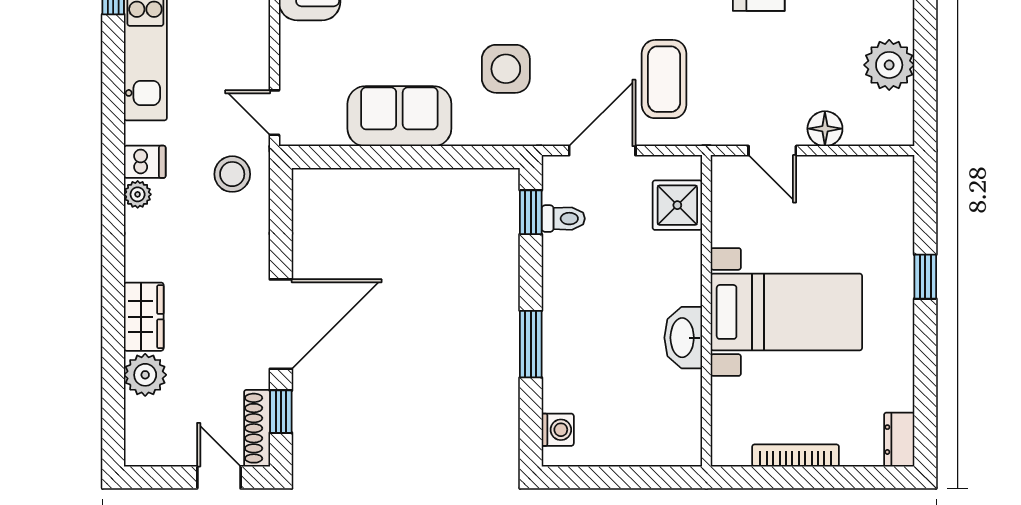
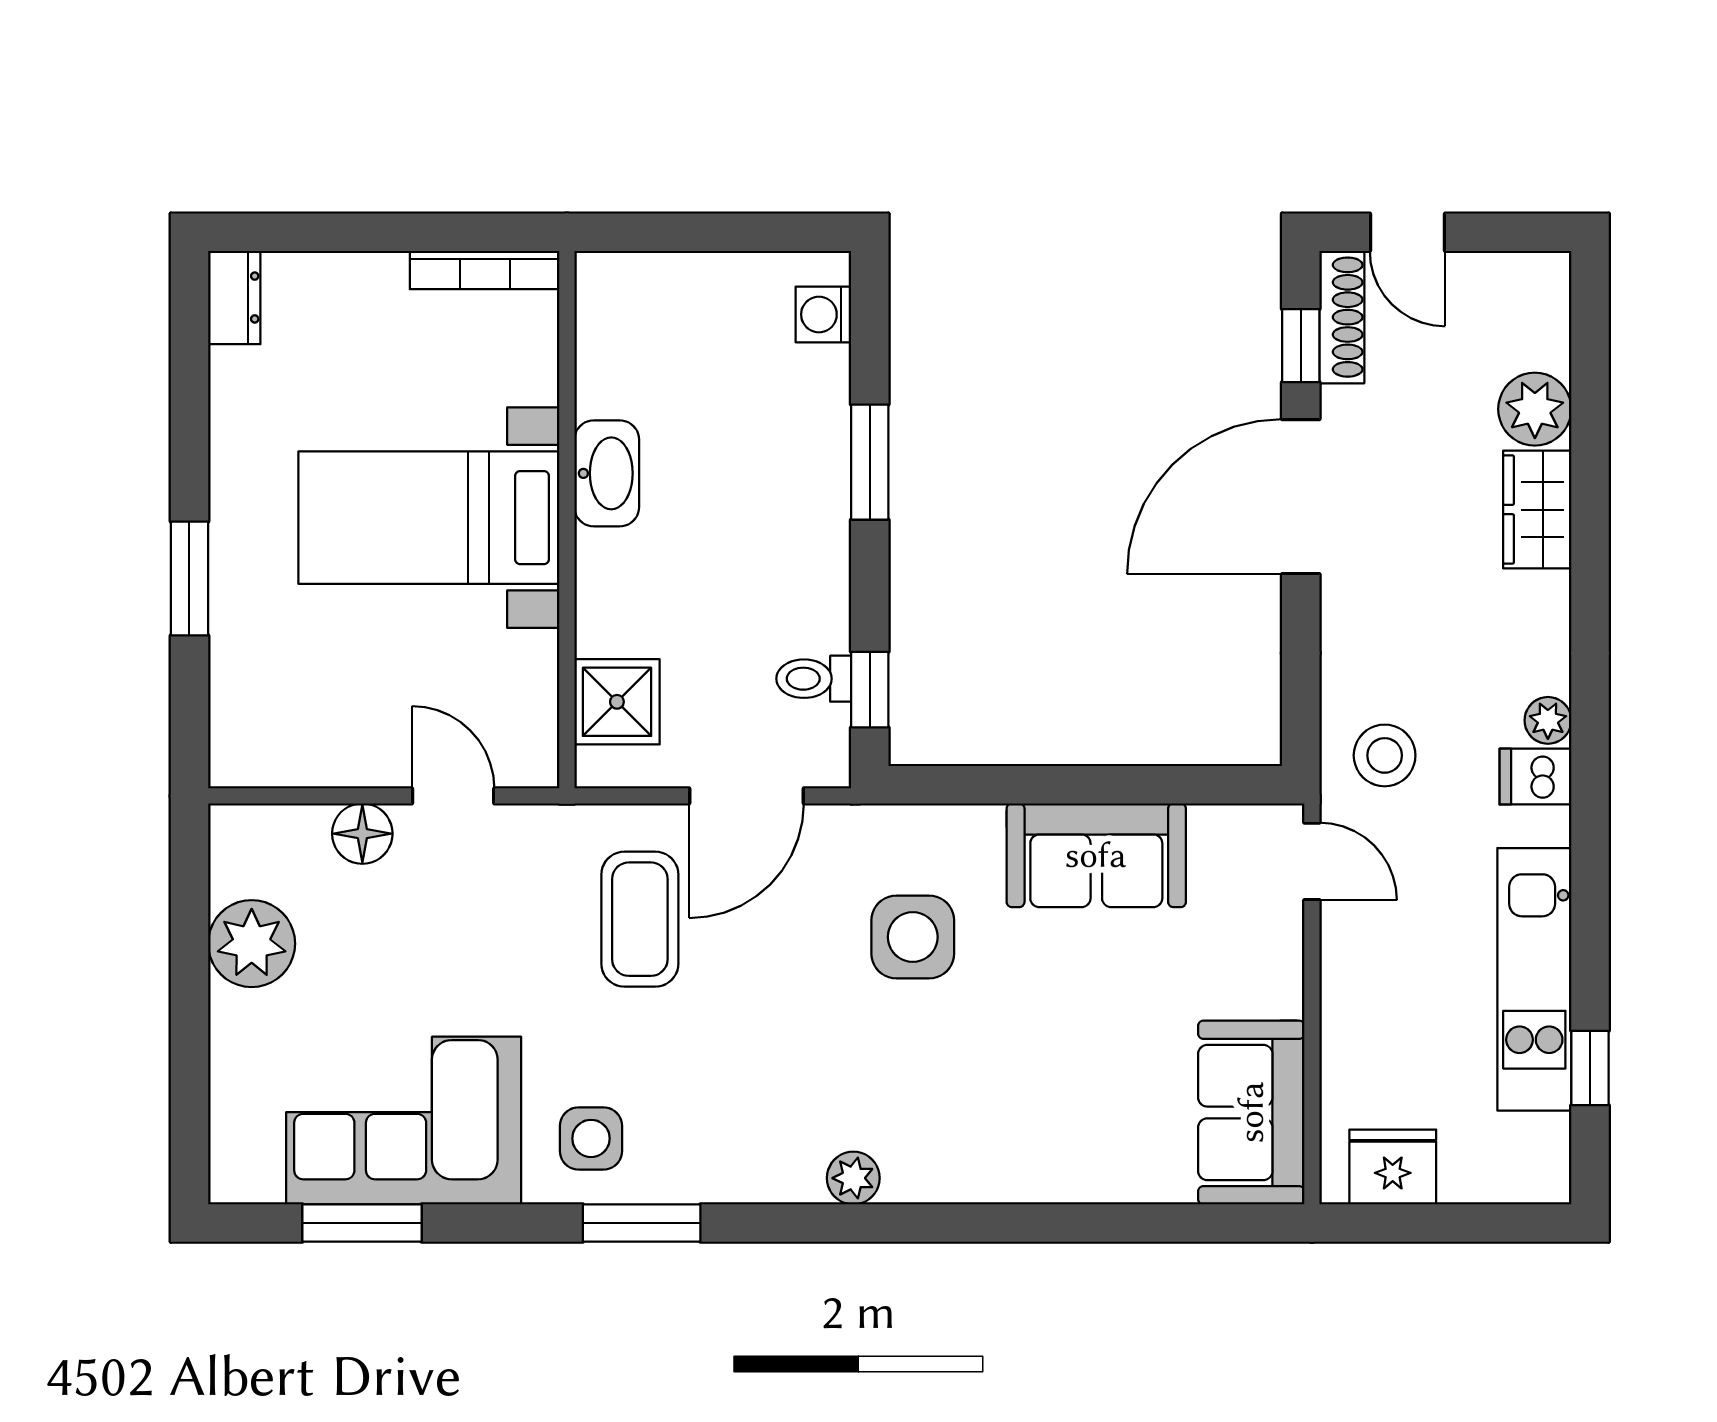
window: (925, 277) -> (189, 579), width x1.50
bookcase: (796, 455) -> (485, 270), moved

